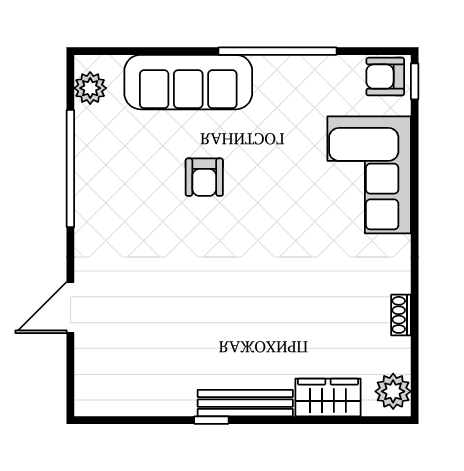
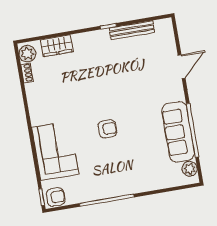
sofa: (188, 82) -> (178, 132), moved, turned -90
armchair: (204, 177) -> (107, 129), moved, turned 90
shoe rack: (401, 315) -> (27, 73), moved
bench: (245, 403) -> (132, 30), moved

